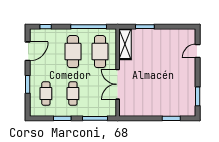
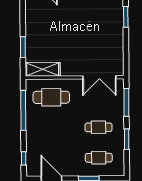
cafe table: (73, 52) -> (51, 128), removed
double door: (118, 84) -> (99, 77), moved

